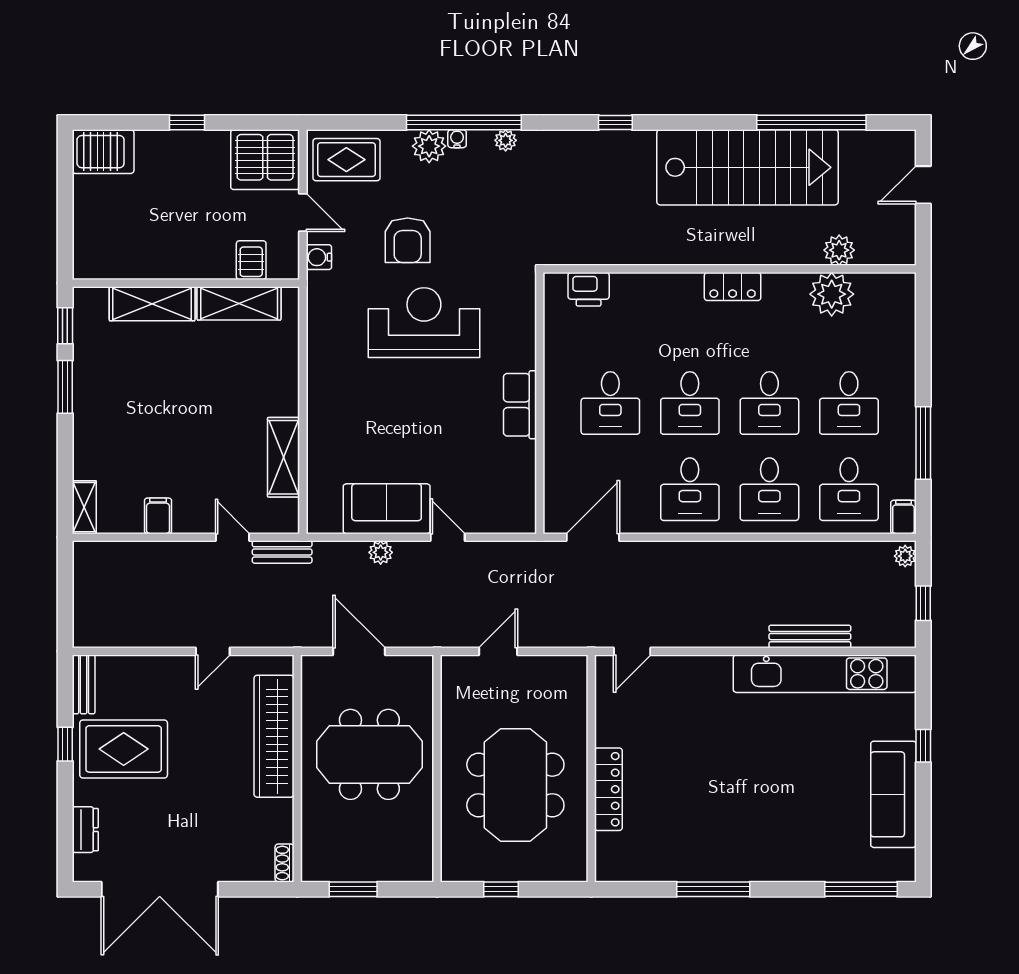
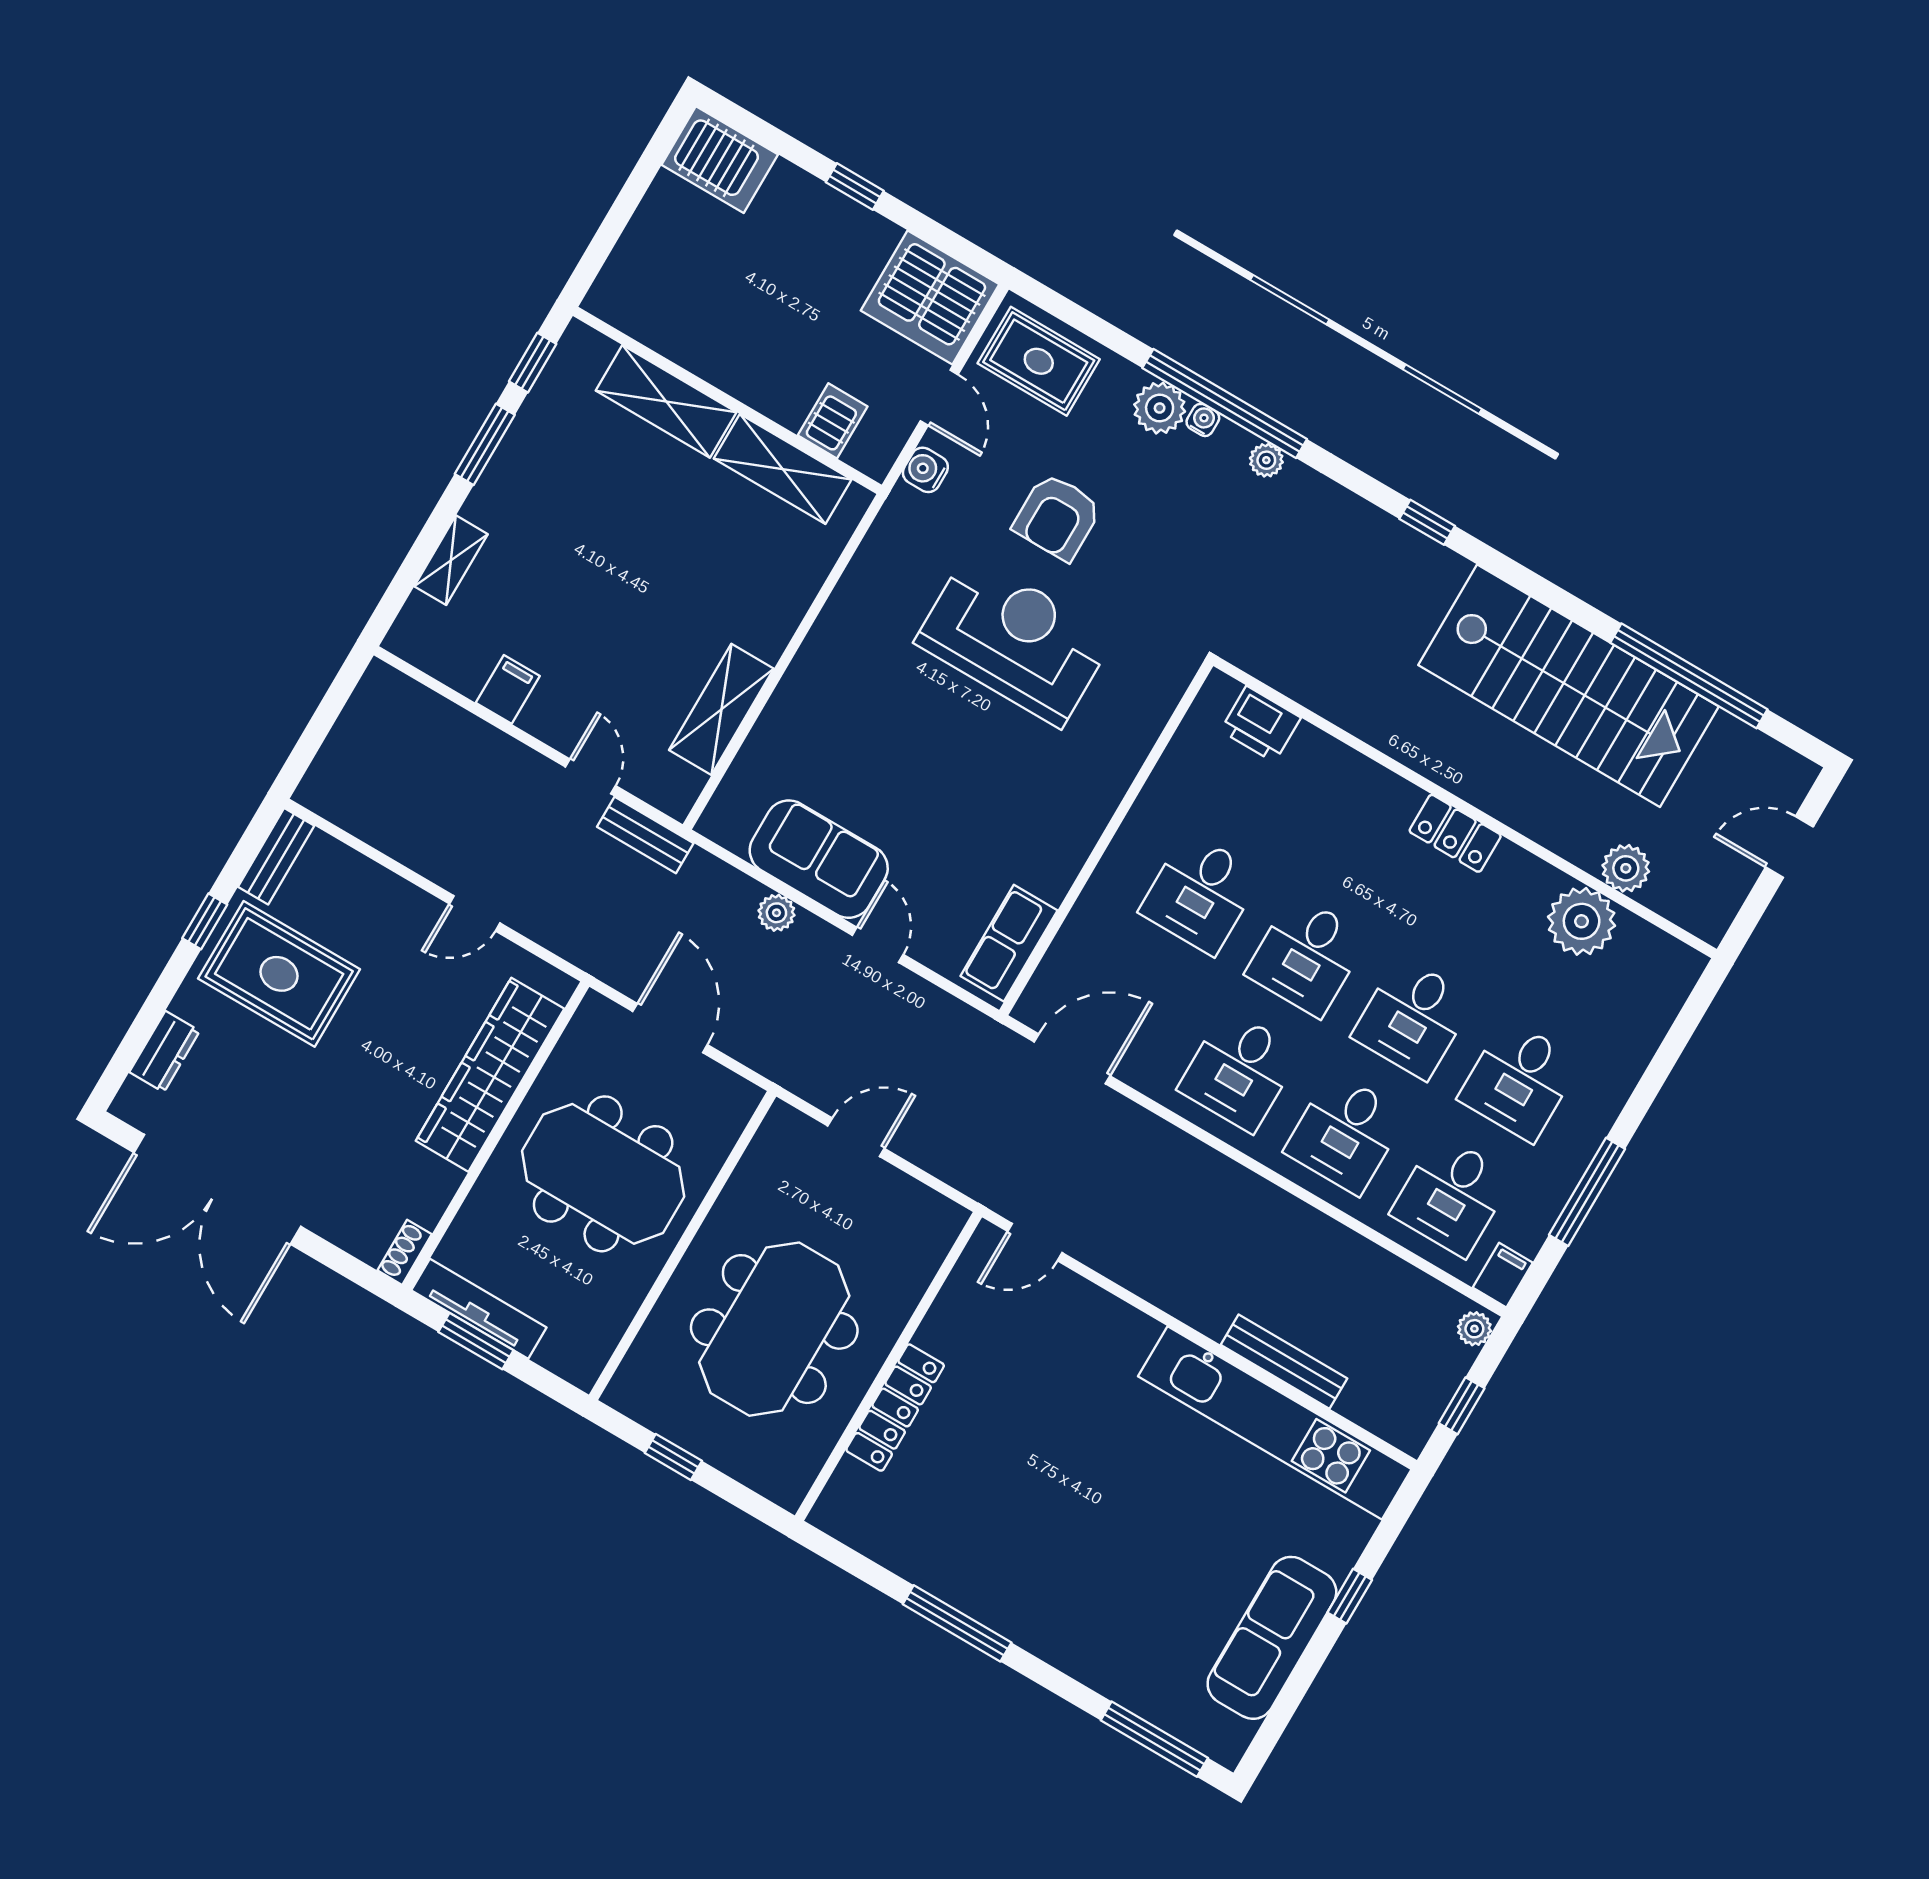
row of seats: (520, 405) -> (1009, 943), moved
shelving: (84, 507) -> (451, 560), moved
tv unit: (344, 870) -> (479, 1309), added

